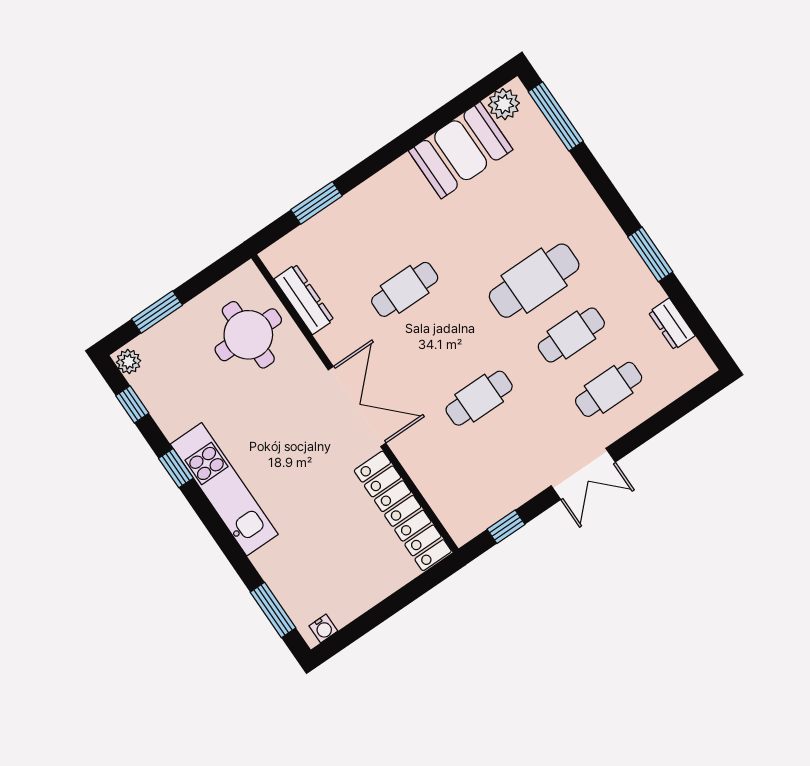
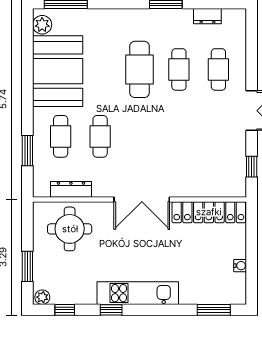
booth: (461, 150) -> (58, 71), width x1.36, depth x1.42
cafe table: (479, 398) -> (61, 136), moved
double door: (357, 406) -> (142, 200), swing flipped
water cooler: (323, 629) -> (240, 266), moved

